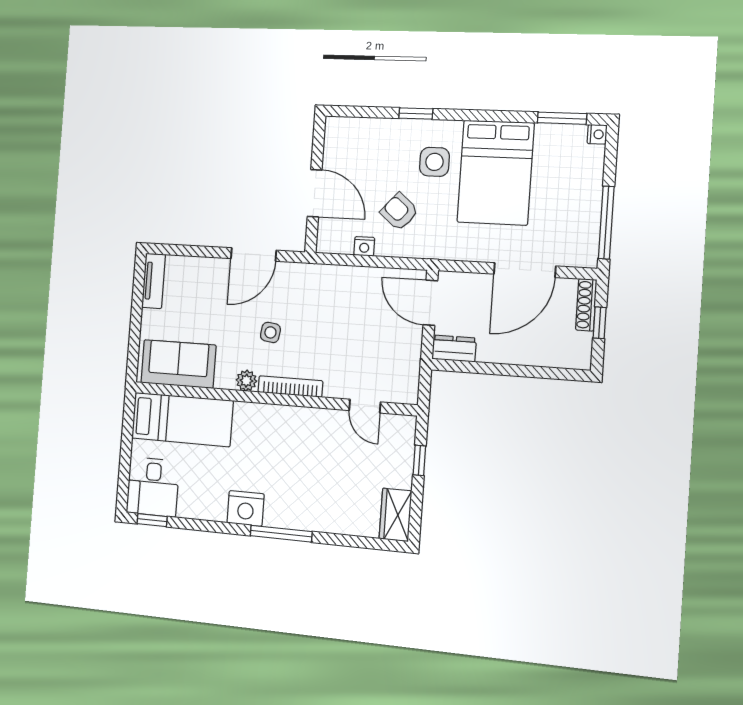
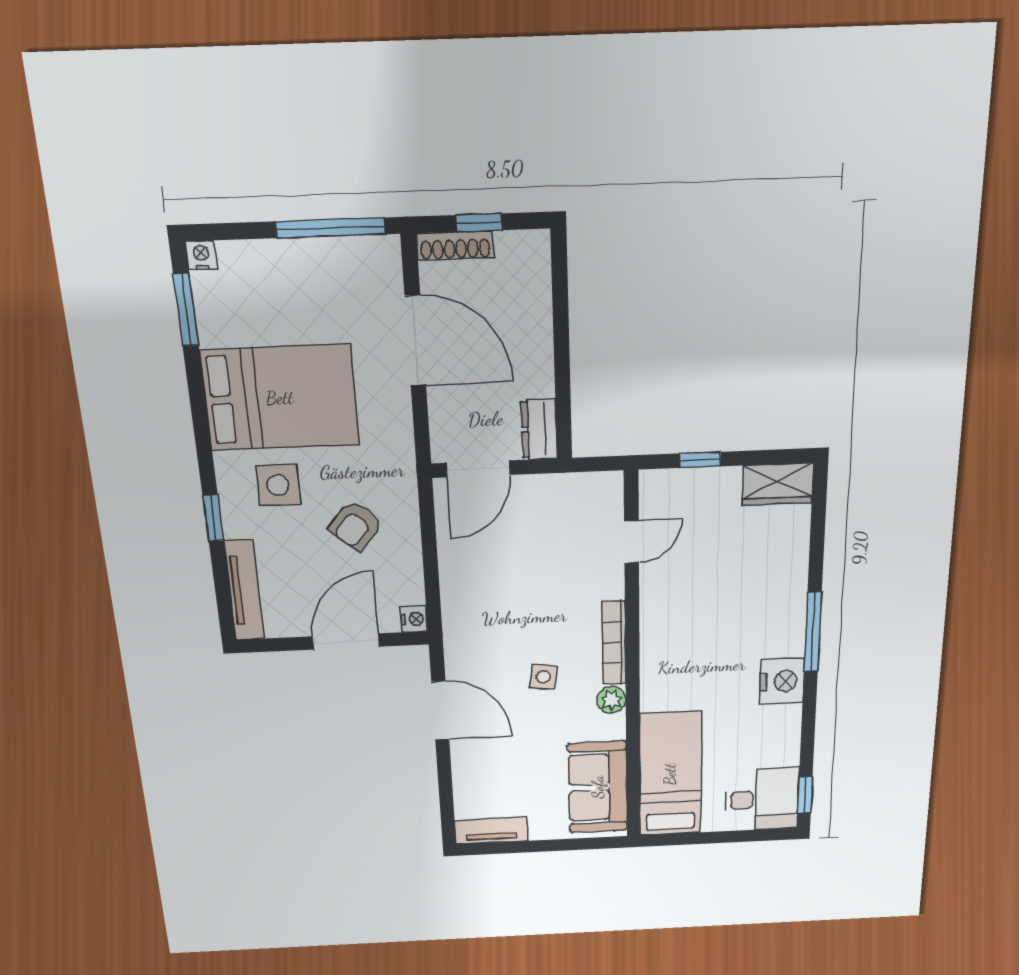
tv unit: (361, 127) -> (244, 590), added
nightstand: (364, 246) -> (414, 619), moved

